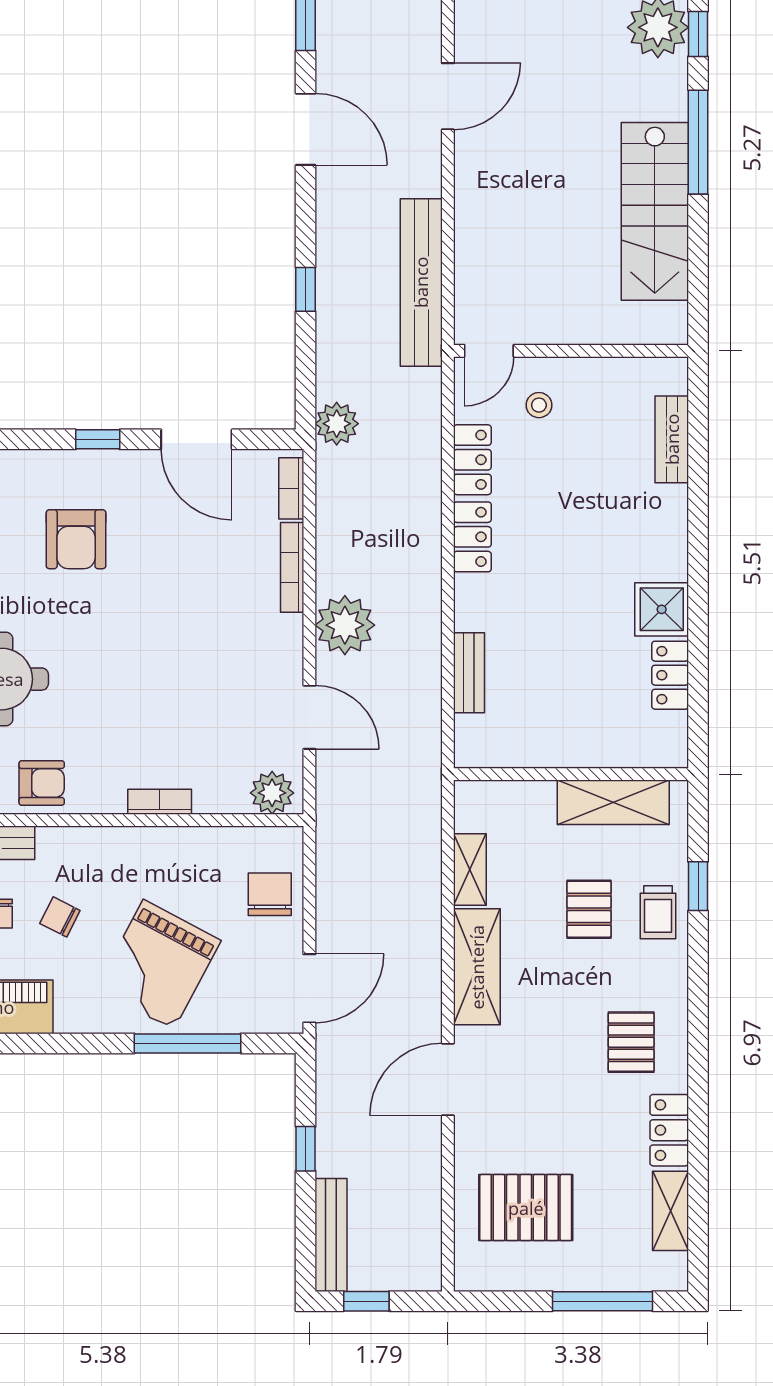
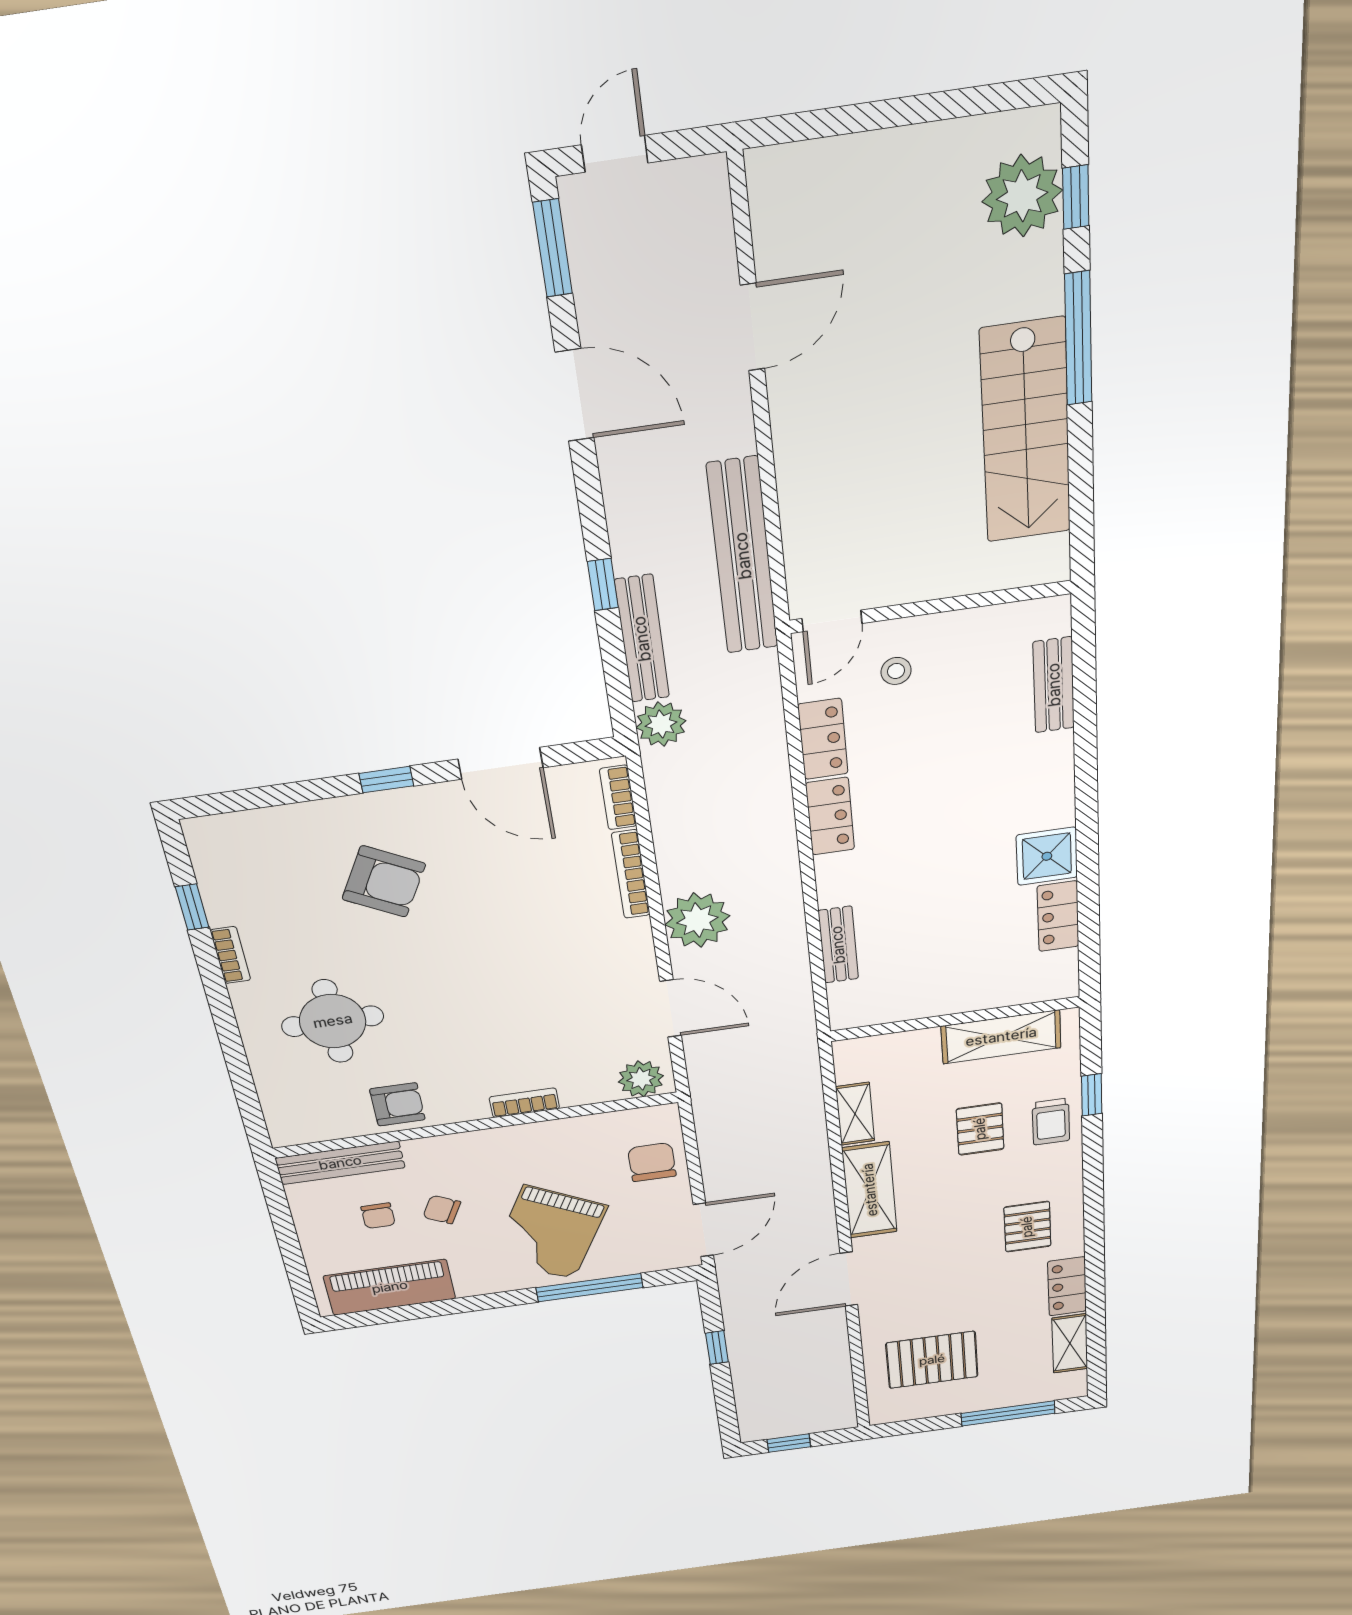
armchair: (76, 539) -> (384, 881), turned -62
bench: (331, 1235) -> (642, 639), moved

